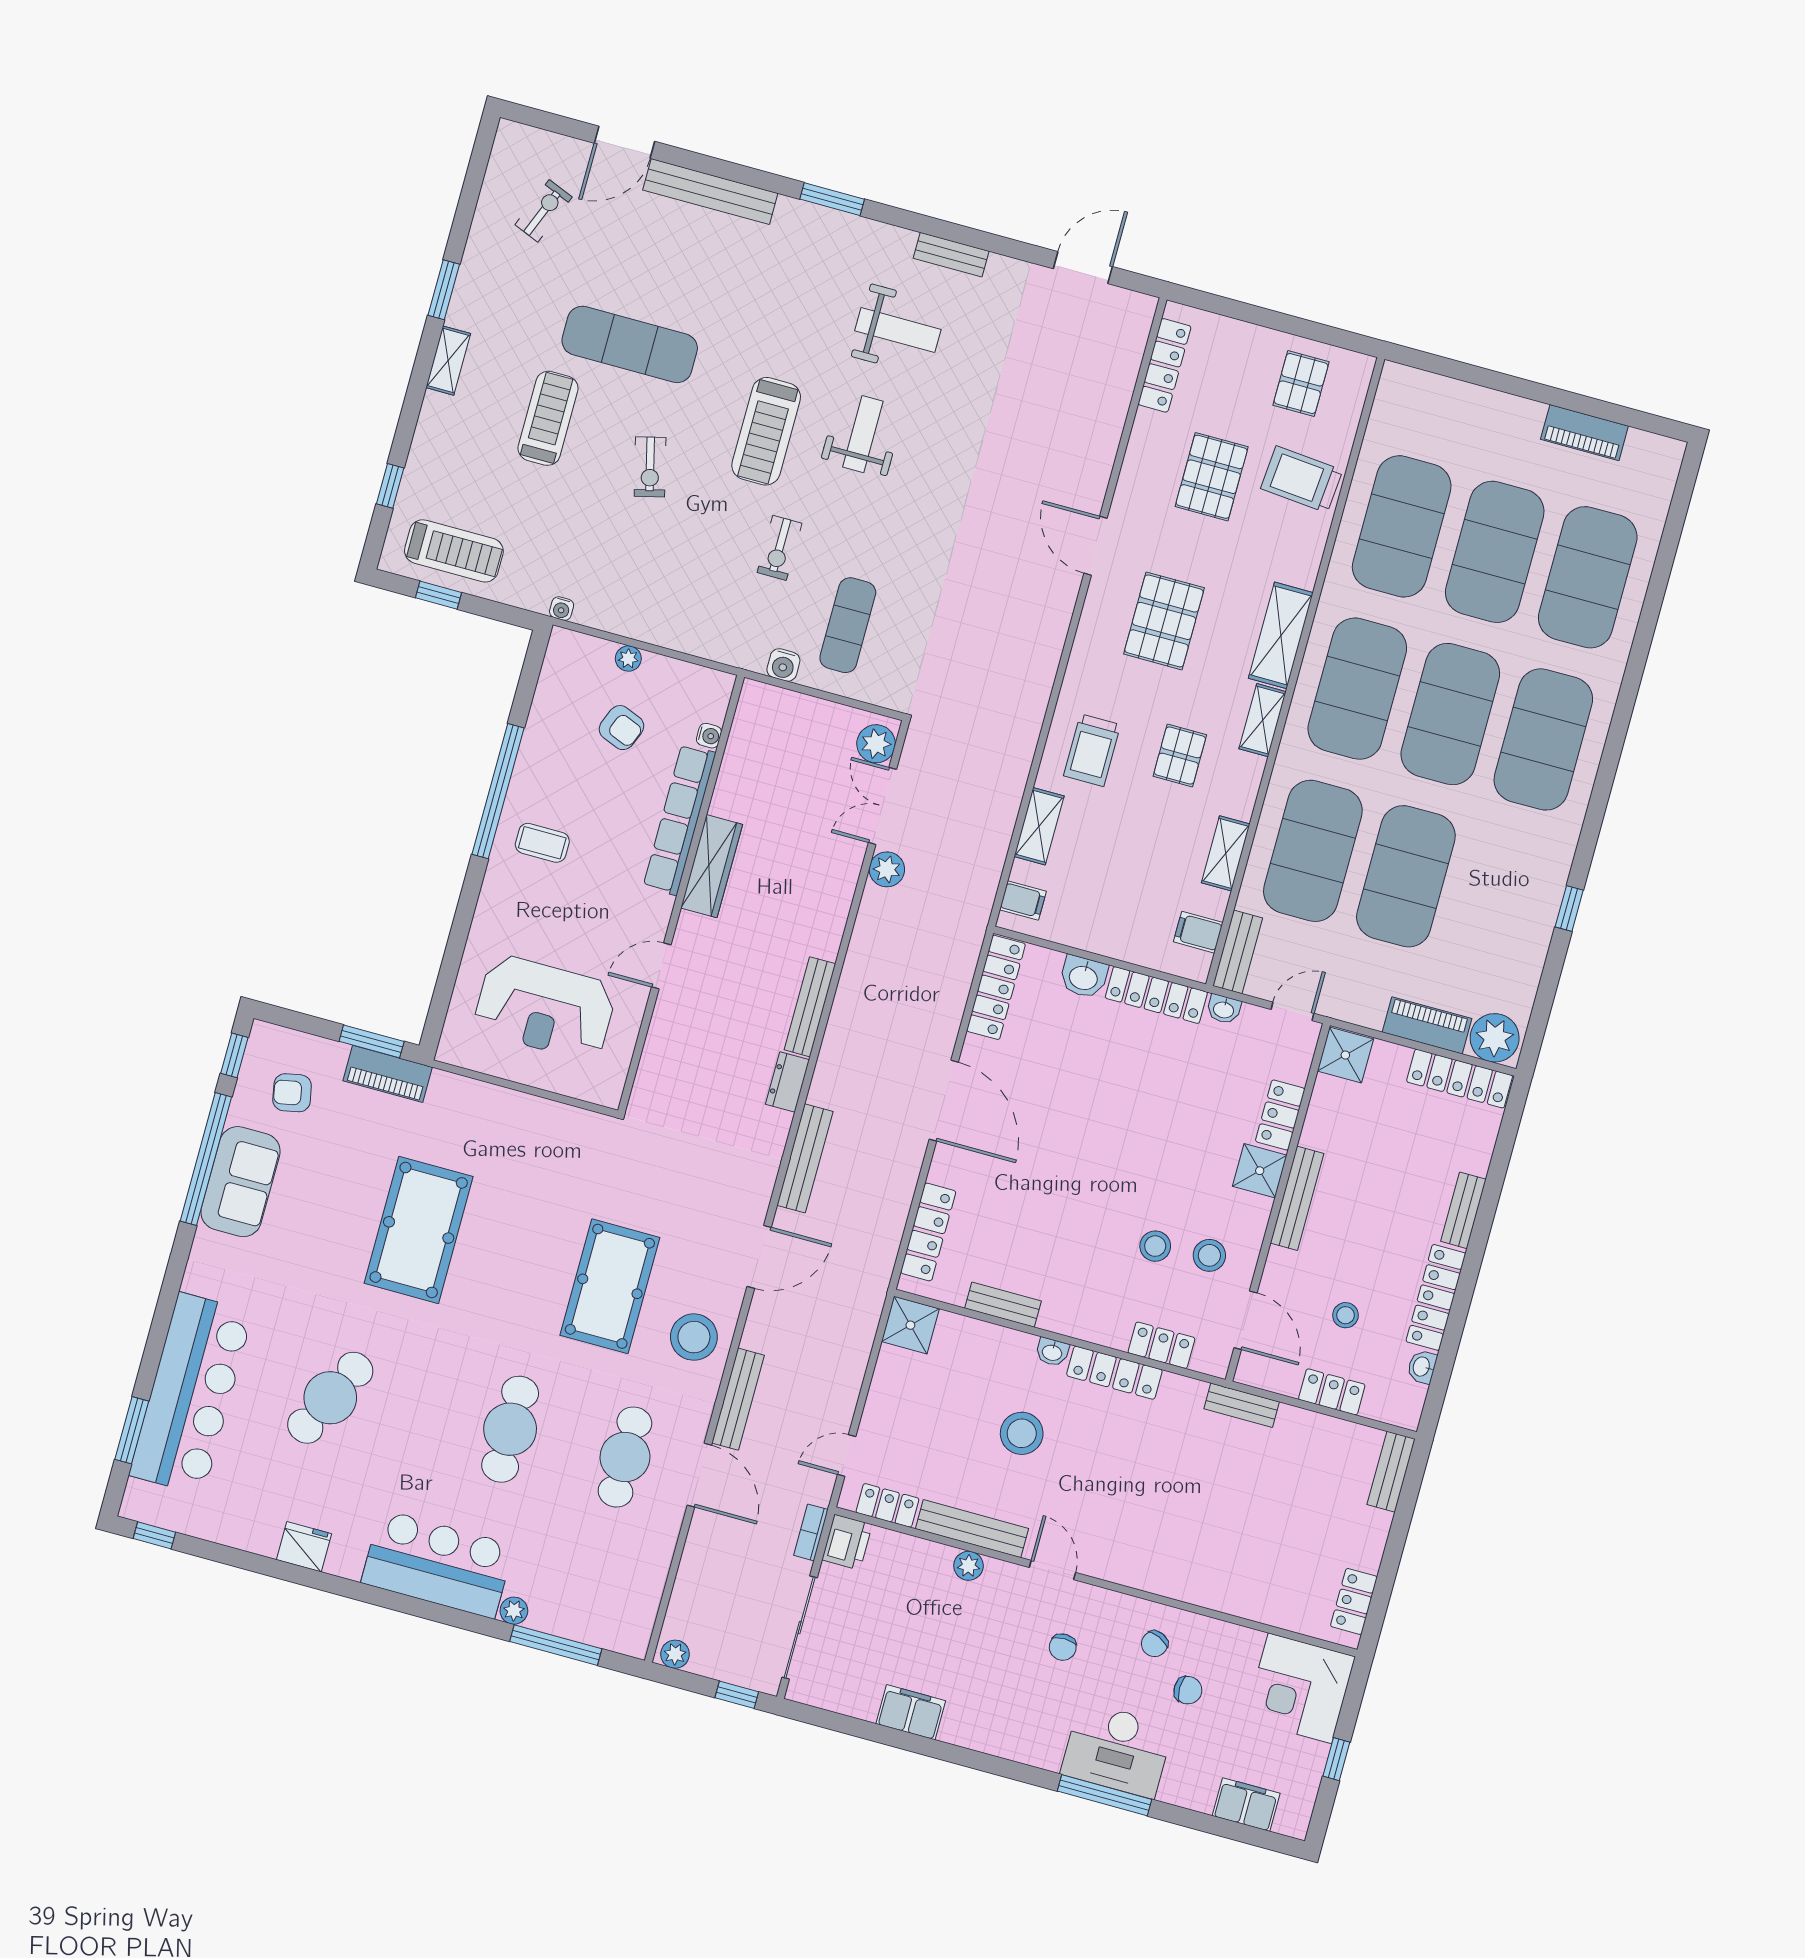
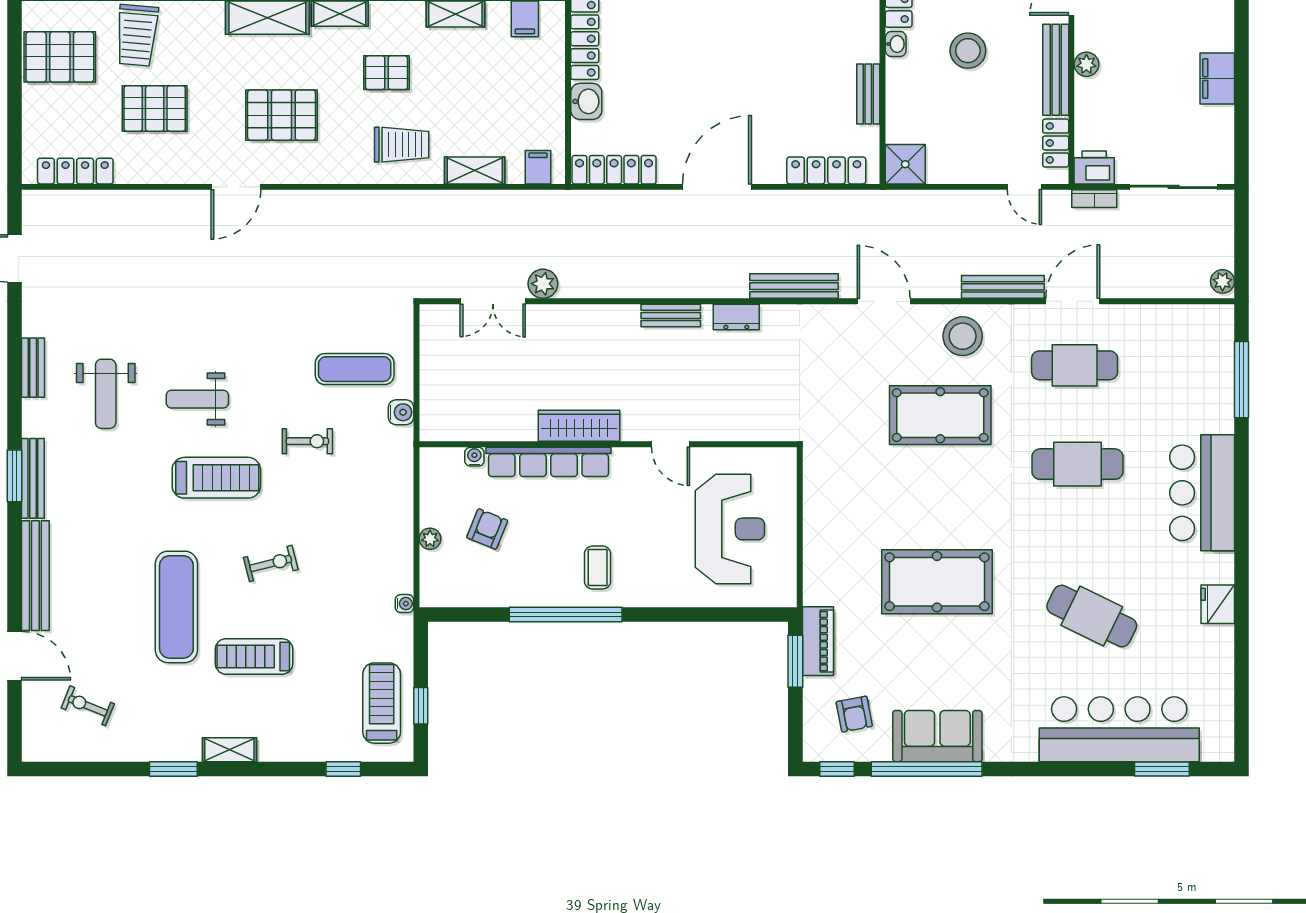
bench: (823, 219) -> (33, 478), added
weight bench: (898, 330) -> (106, 394), turned 180
pallet: (1301, 383) -> (60, 57), width x1.50, depth x1.42
plant: (876, 744) -> (444, 320), removed
bench: (810, 1007) -> (671, 315), width x0.73
window: (154, 1535) -> (1242, 728), removed
plant: (514, 1611) -> (1223, 421), removed
window: (737, 1695) -> (1242, 223), removed

